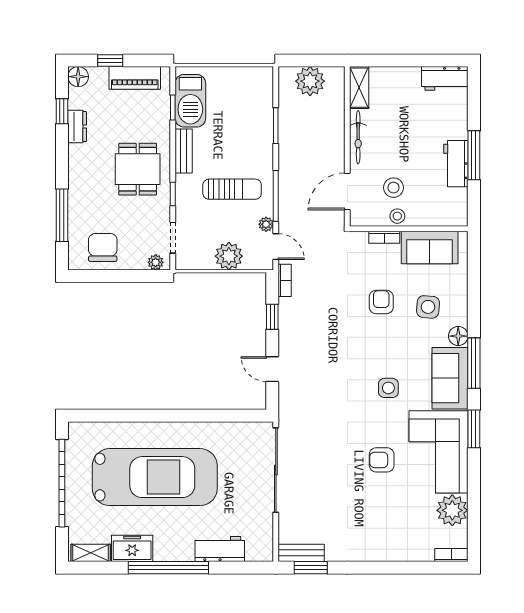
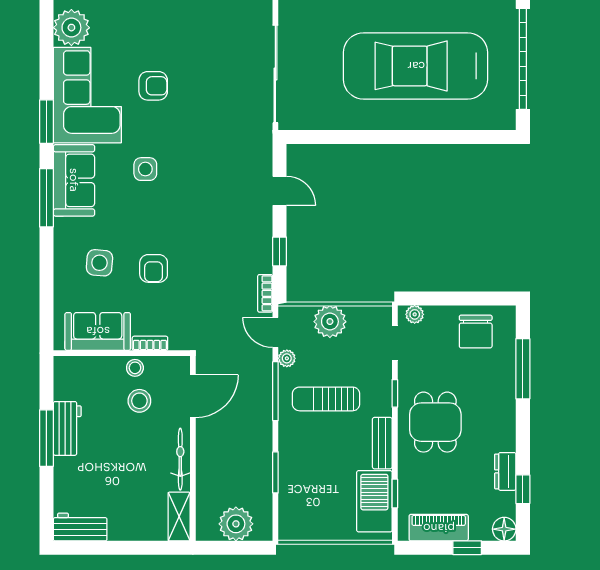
floor lamp: (458, 336) -> (65, 229), removed

